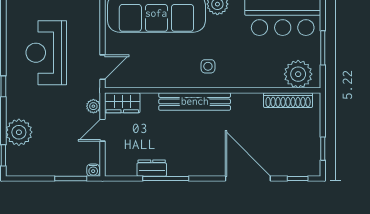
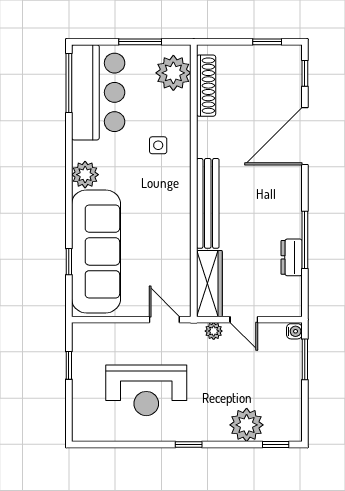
side table: (208, 66) -> (158, 145), moved
wardrobe: (122, 103) -> (209, 284), width x1.50

